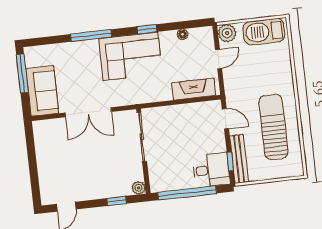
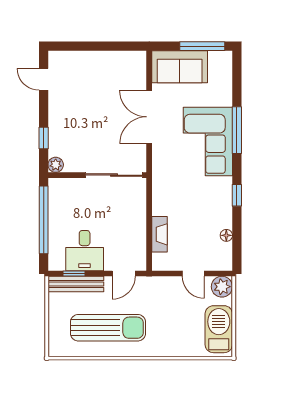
corner sofa: (131, 56) -> (208, 141), moved
fireplace: (194, 89) -> (159, 234), width x0.73, depth x0.76
desk: (211, 170) -> (85, 251), moved

